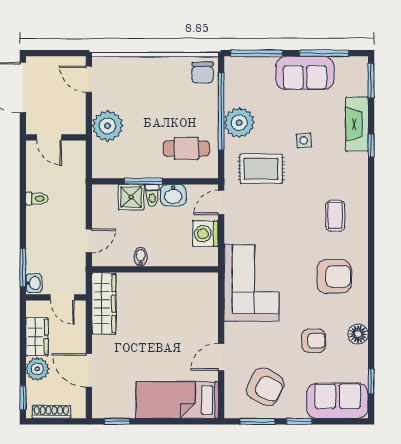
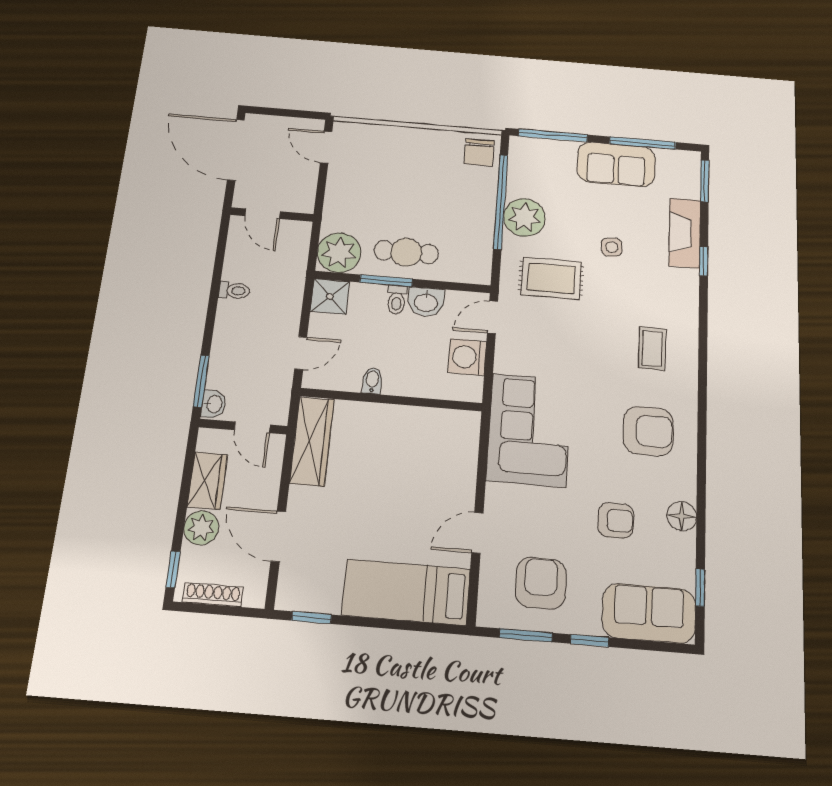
plant: (108, 126) -> (339, 253), moved
cafe table: (186, 149) -> (406, 252), moved
shower: (131, 197) -> (330, 296), moved
armchair: (265, 387) -> (541, 583), turned -117

